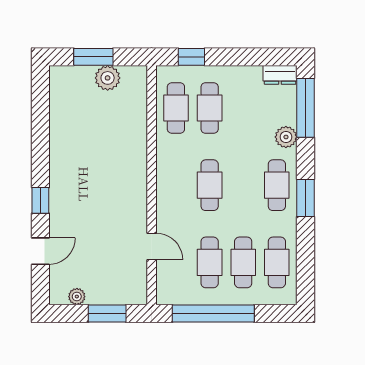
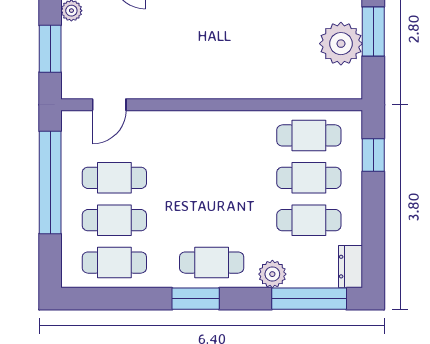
plant: (108, 78) -> (341, 44), width x1.36, depth x1.36
cafe table: (210, 185) -> (309, 220), moved
door: (152, 247) -> (109, 105), moved

